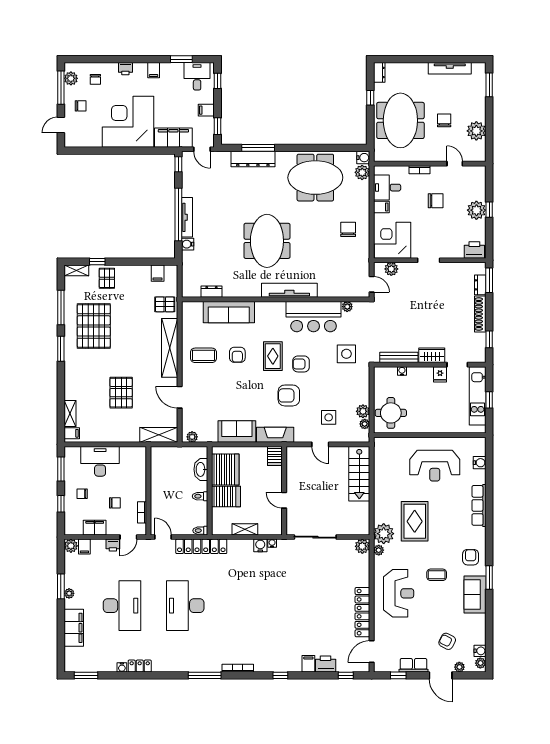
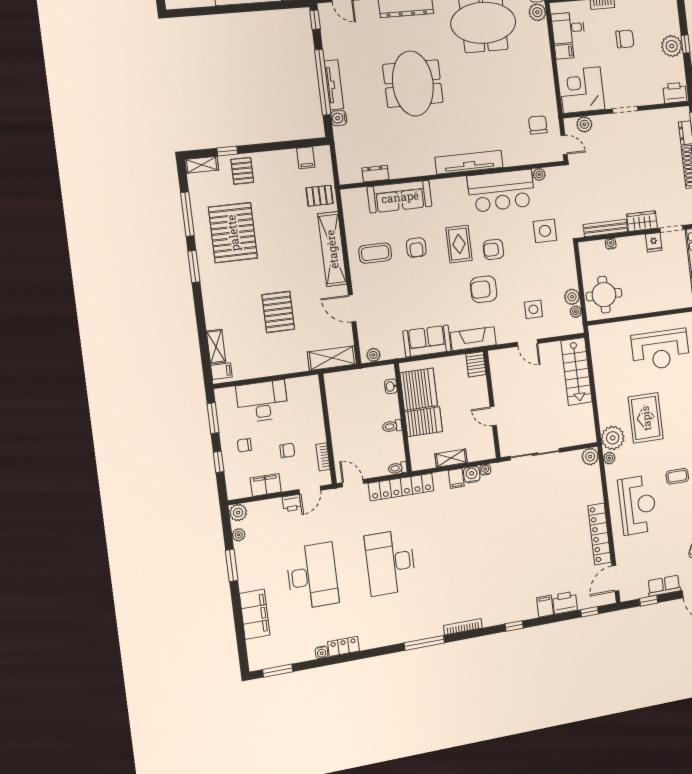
chair: (348, 229) -> (538, 125), moved
meeting table: (267, 241) -> (413, 84), moved
washbasin: (201, 469) -> (391, 386), width x0.52, depth x0.69
filing cabinet: (84, 547) -> (456, 478), moved
plant: (69, 593) -> (239, 535), moved

